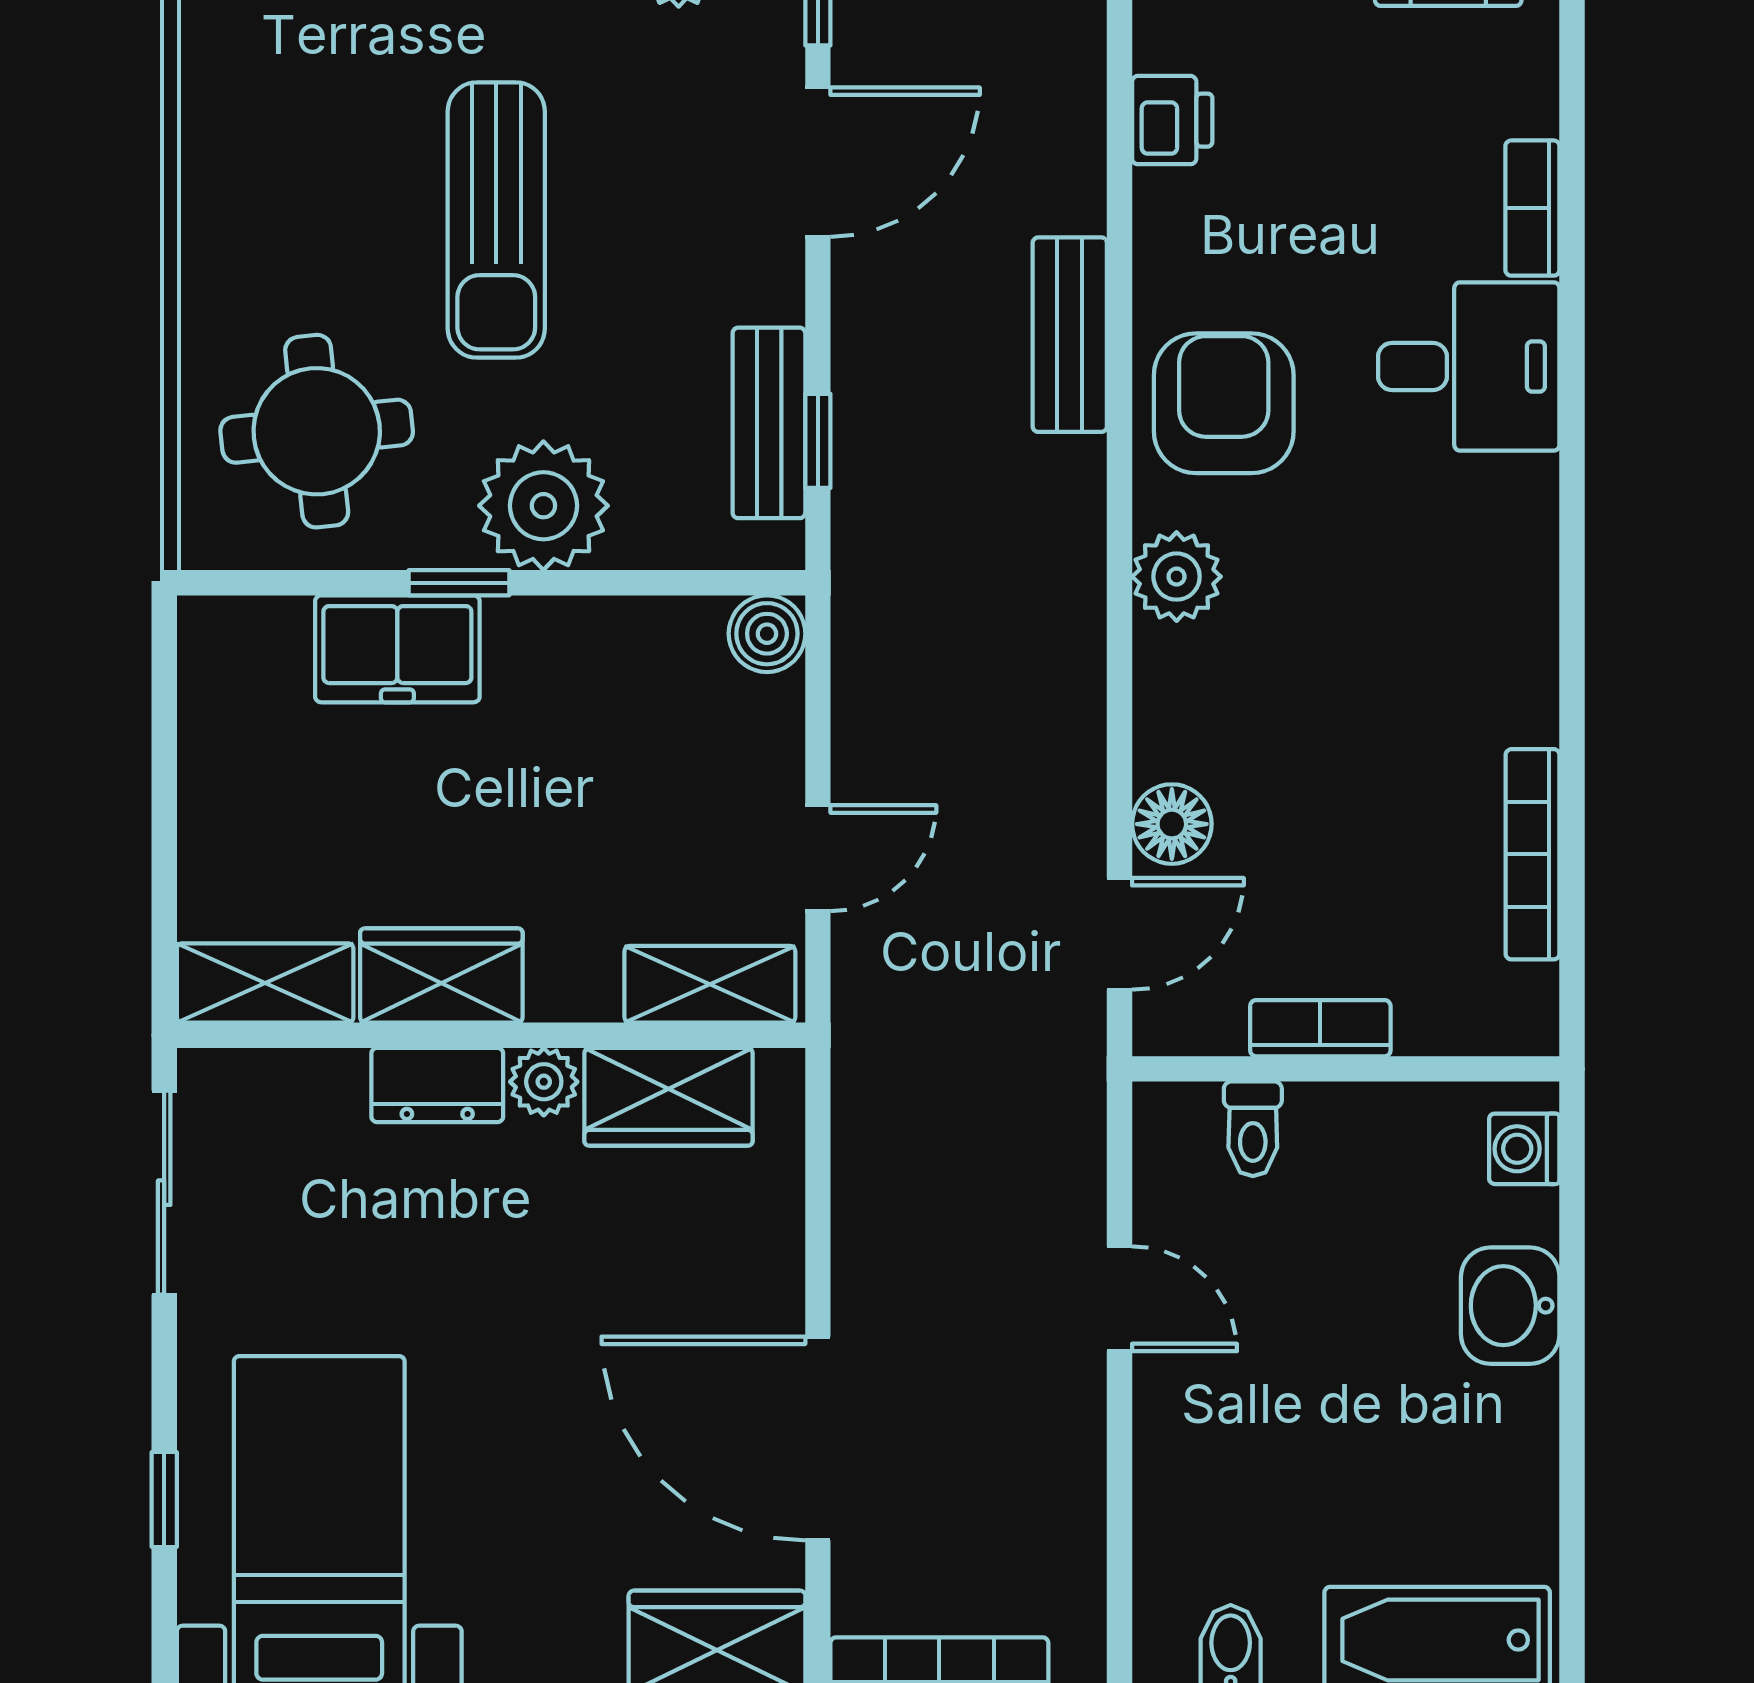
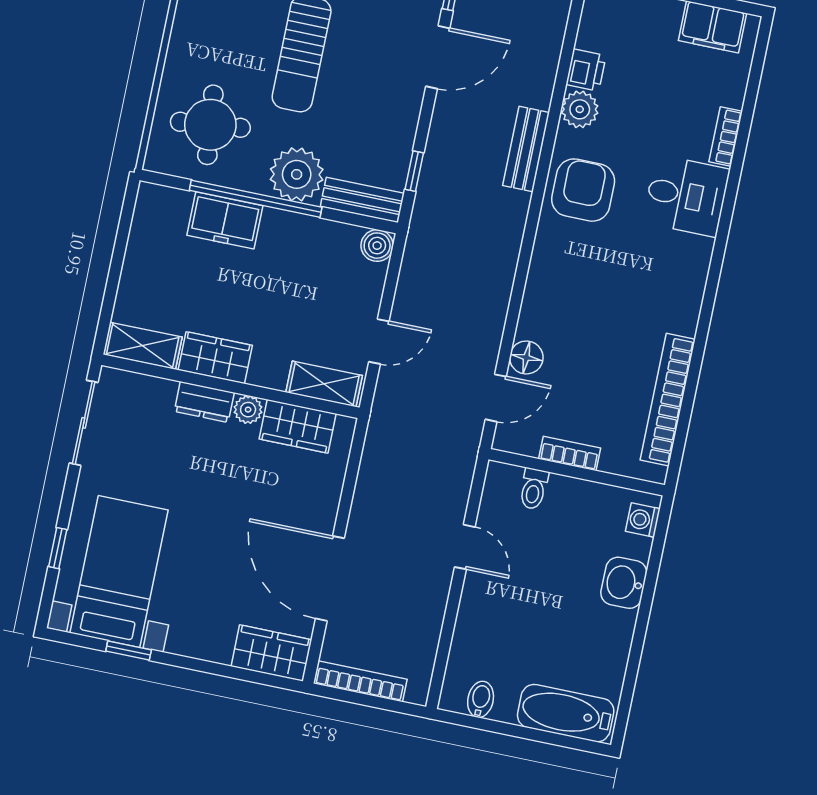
bench: (769, 423) -> (362, 200), moved, turned 90
plant: (1177, 577) -> (580, 109), moved
window: (459, 583) -> (256, 199), width x3.17
bookcase: (1533, 854) -> (668, 400), width x1.48, depth x1.31

